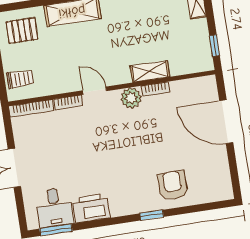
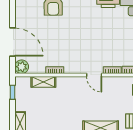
shelving: (150, 71) -> (43, 82), moved
plant: (131, 98) -> (22, 67), moved

